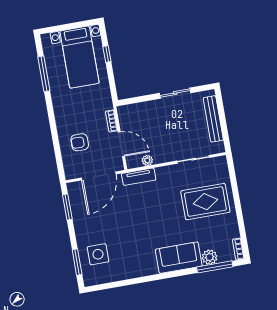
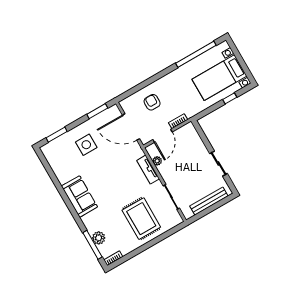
window: (44, 74) -> (196, 54), width x1.46
tv unit: (139, 177) -> (148, 170), moved
side table: (98, 254) -> (86, 145), moved
sofa: (179, 258) -> (79, 197), moved

